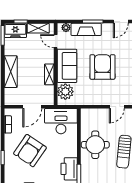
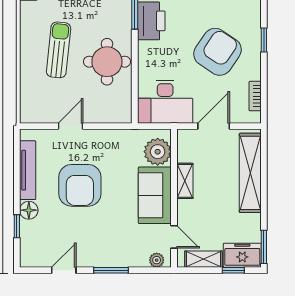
fireplace: (86, 29) -> (122, 257), removed
armchair: (102, 67) -> (80, 185), moved
shelving: (11, 72) -> (250, 173), width x1.47

